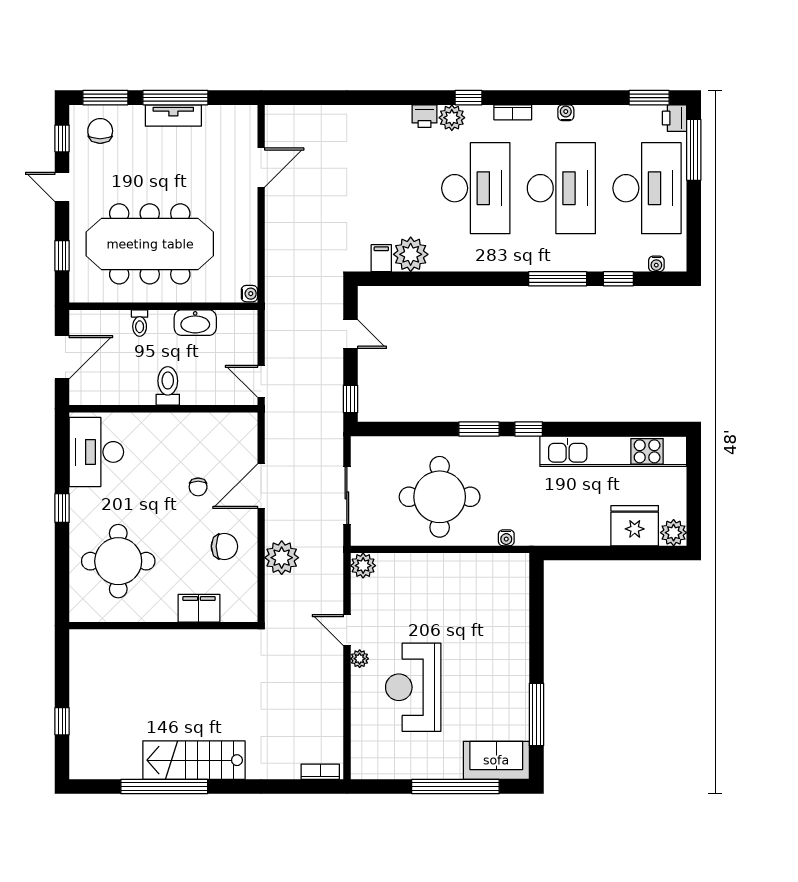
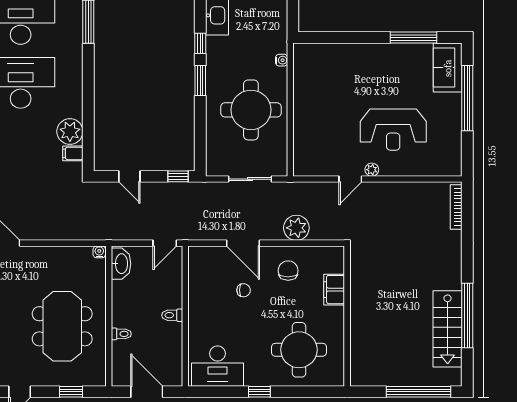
meeting table: (150, 244) -> (62, 326), width x0.73
washbasin: (195, 323) -> (121, 264), moved
door: (351, 334) -> (129, 176), swing flipped
toilet: (168, 386) -> (172, 315), width x0.73, depth x0.72
plant: (363, 566) -> (302, 167), removed
window: (62, 721) -> (419, 392), width x3.17
stairs: (194, 760) -> (448, 329), moved
bookcase: (320, 772) -> (456, 207), width x1.56

